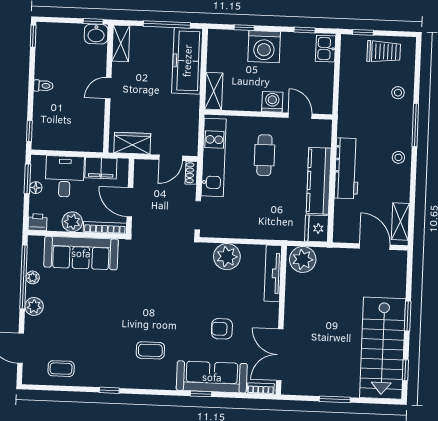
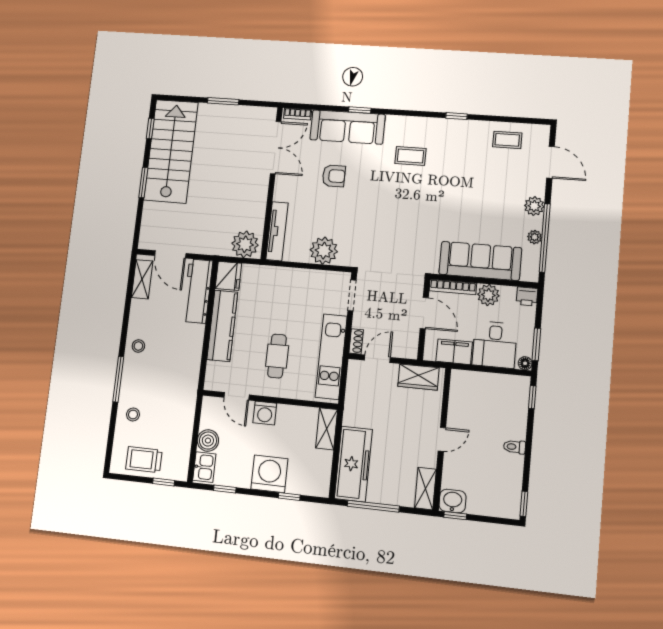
boiler: (324, 73) -> (208, 441), added
workbench: (347, 168) -> (198, 291), moved
floor lamp: (36, 188) -> (525, 363), moved

